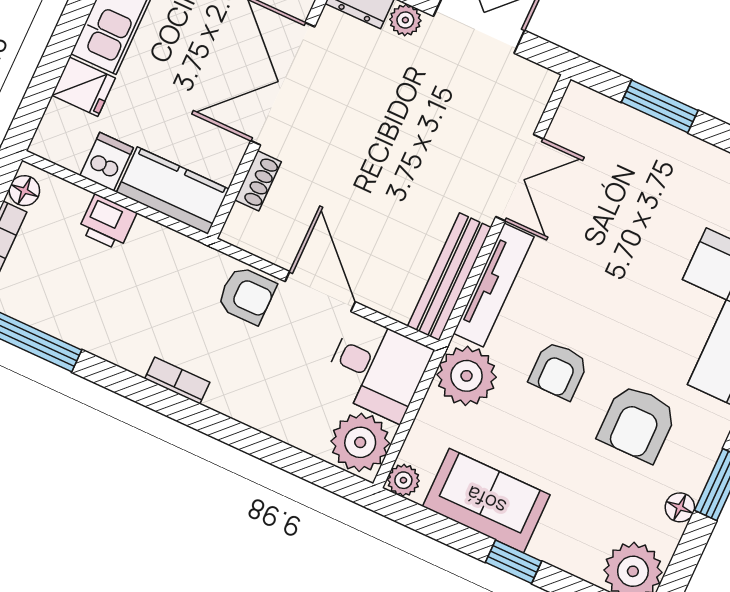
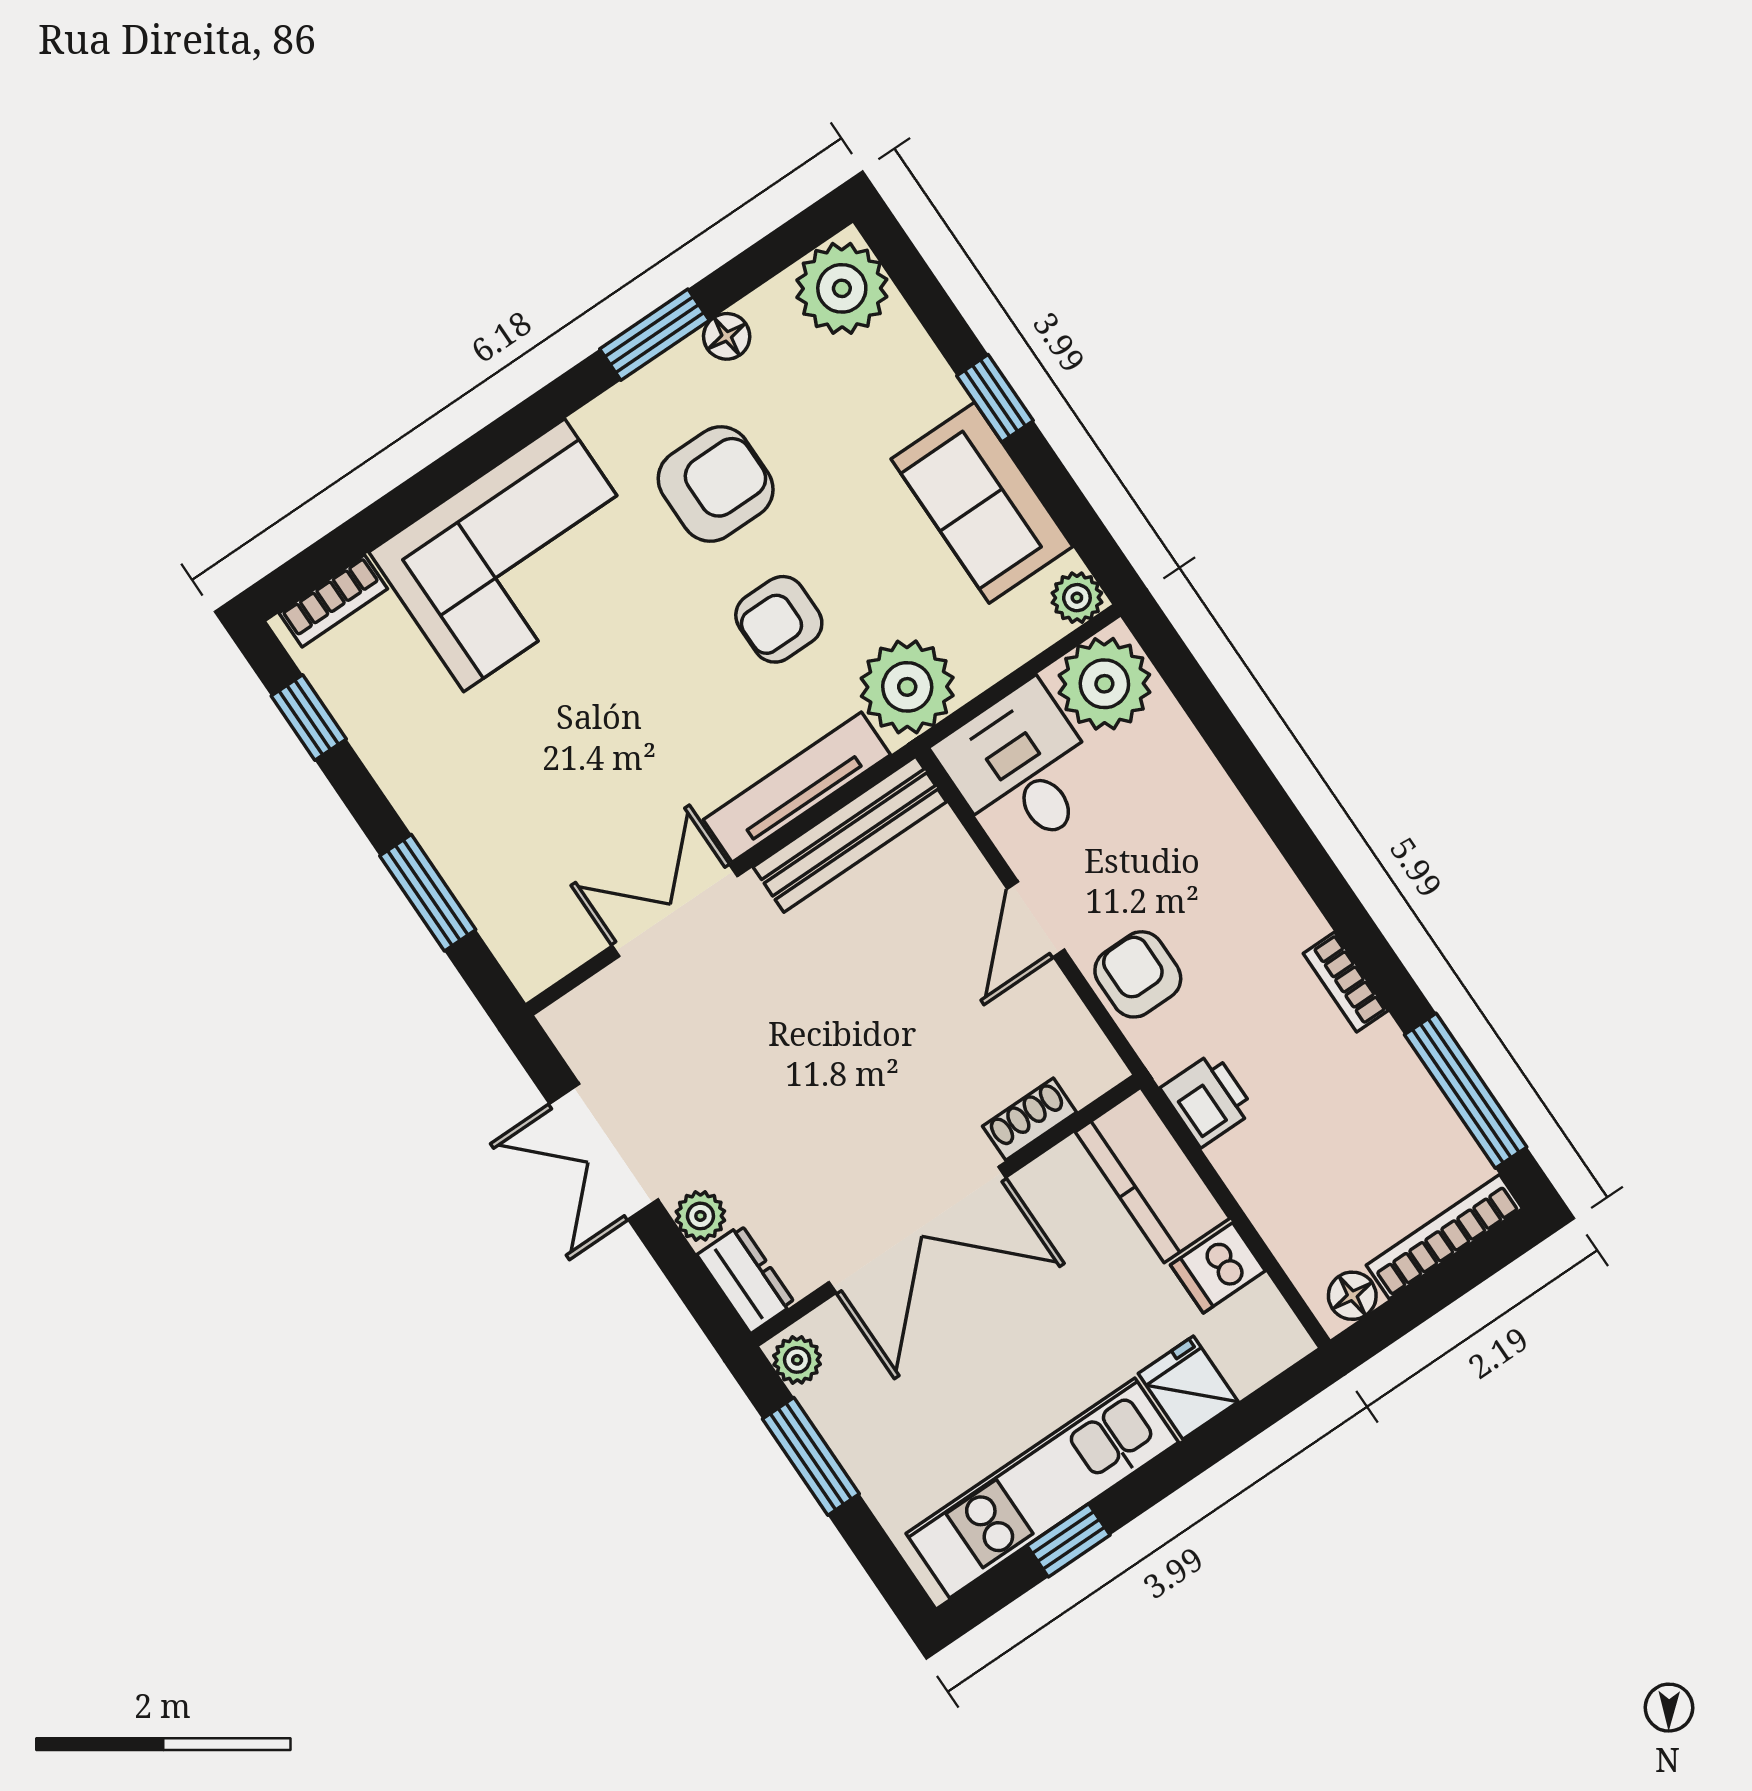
printer: (107, 222) -> (1208, 1099), moved
door: (320, 292) -> (1036, 919), width x0.73
armchair: (559, 371) -> (779, 619), turned 180
bookcase: (177, 381) -> (1346, 982), moved

